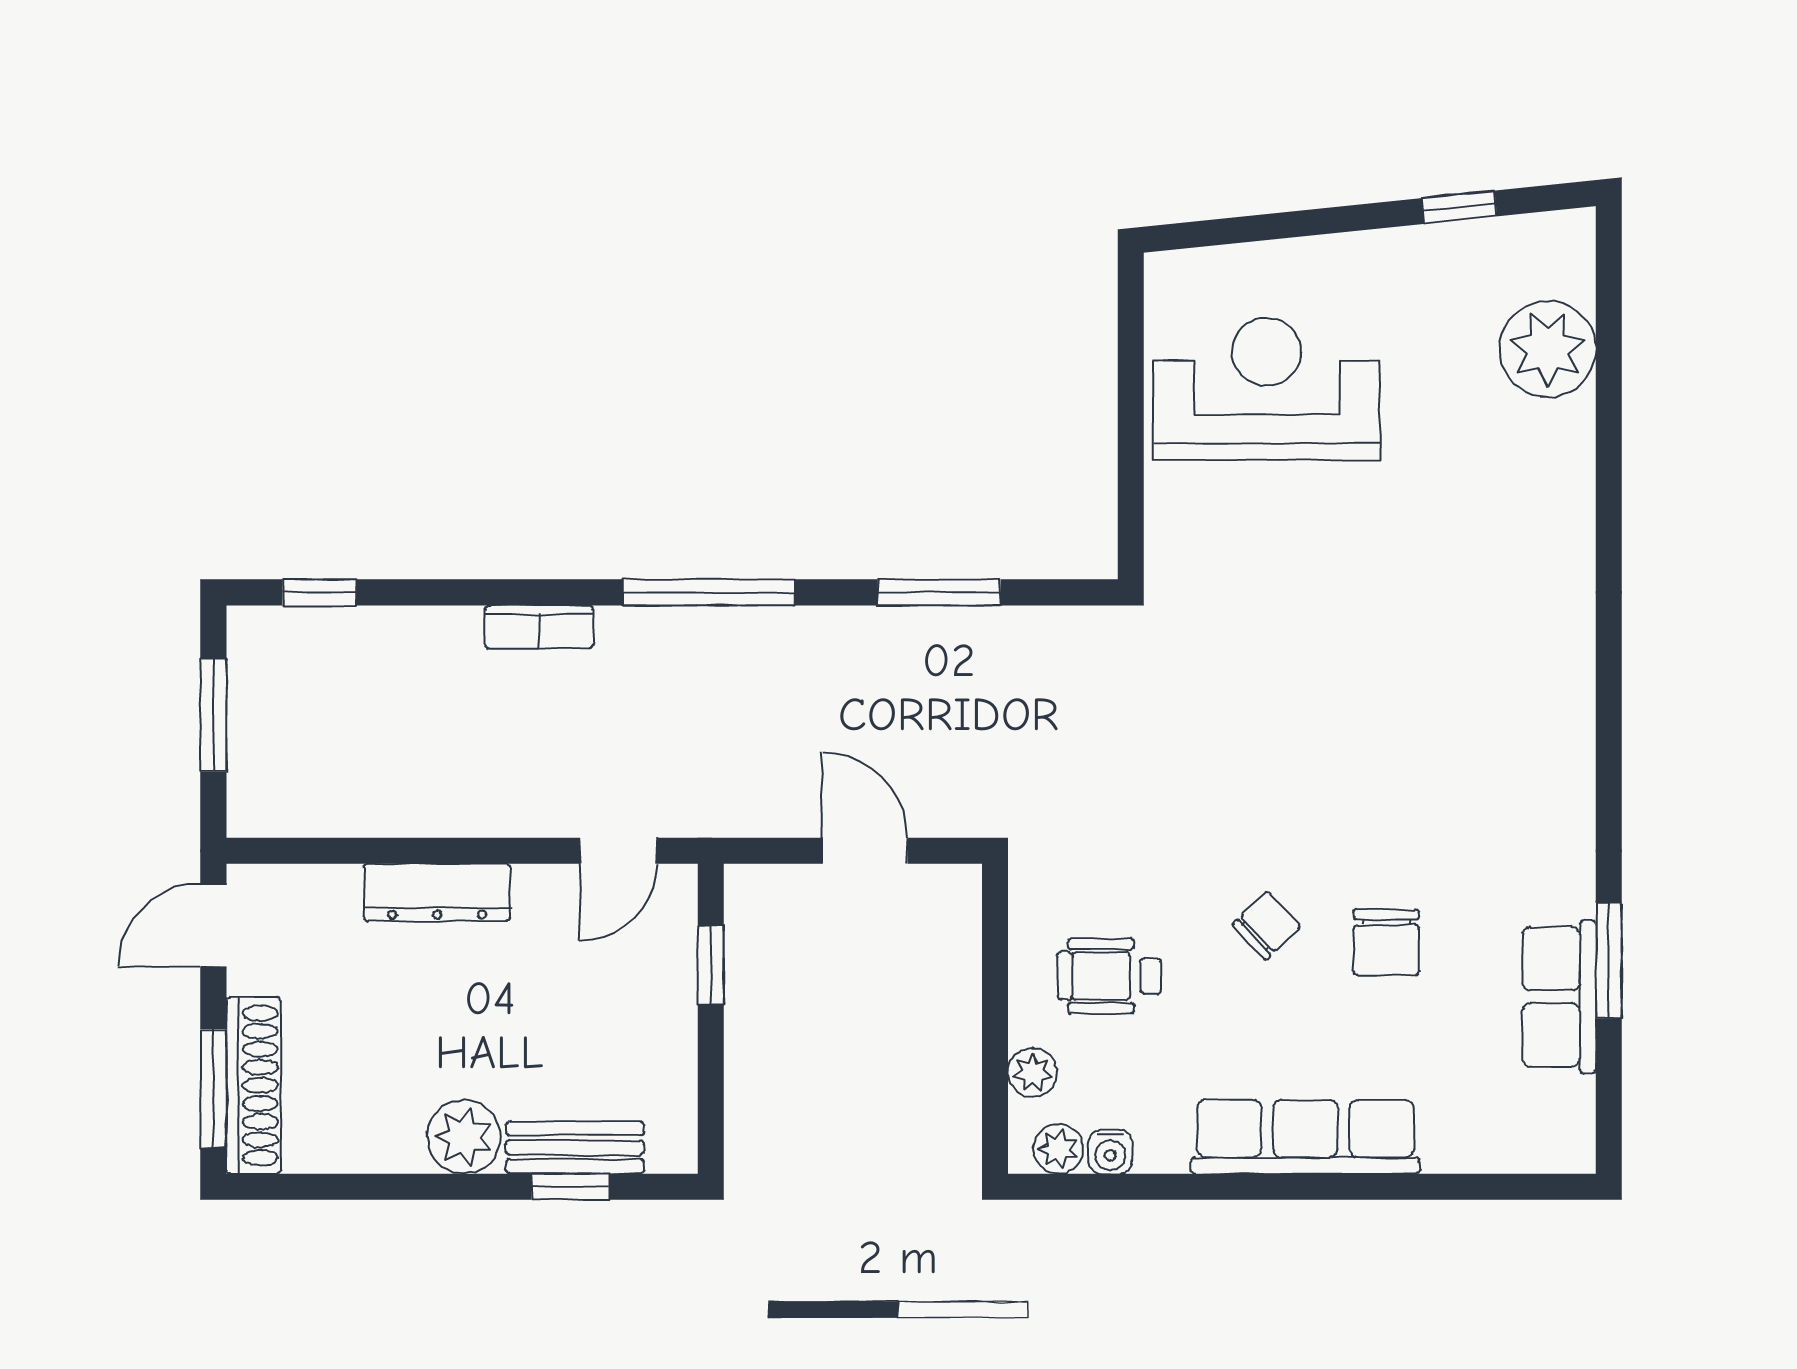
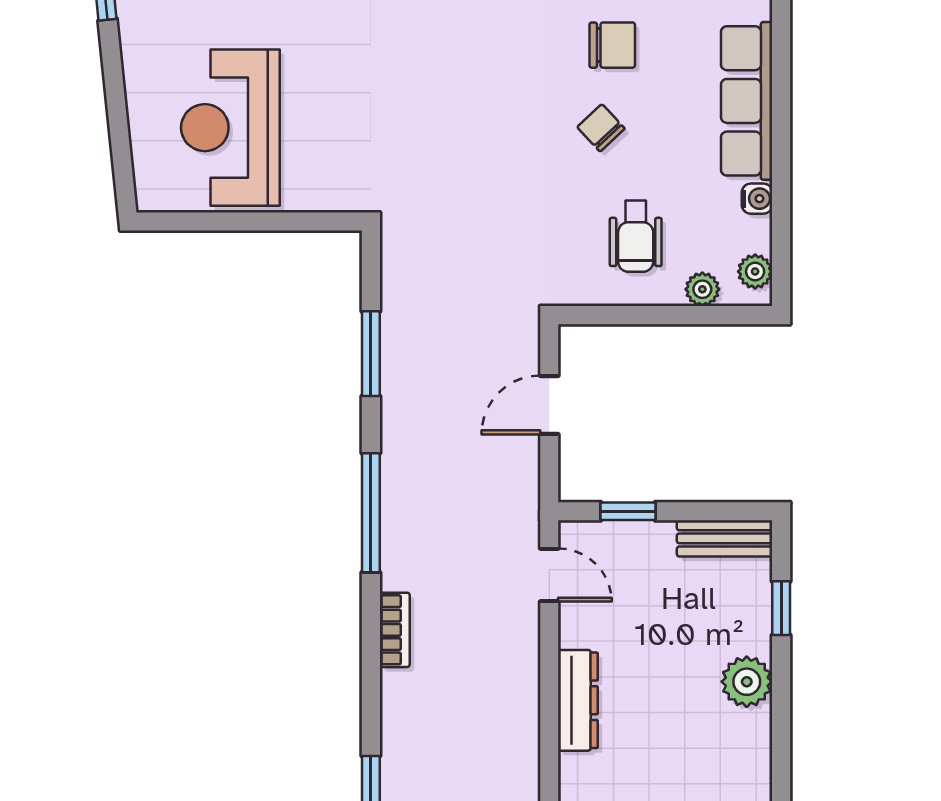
bench: (575, 1147) -> (725, 538), moved, turned 90
water cooler: (1110, 1152) -> (757, 199), moved

